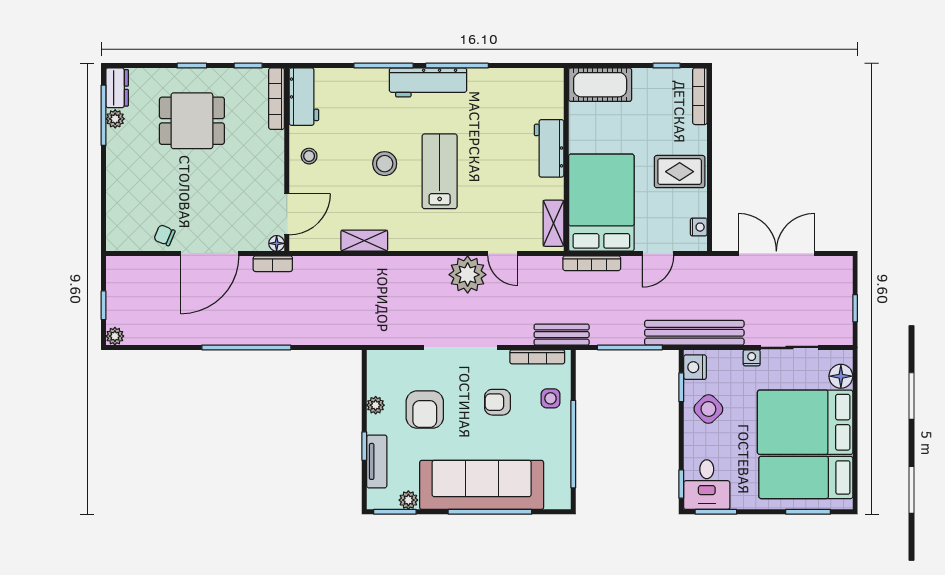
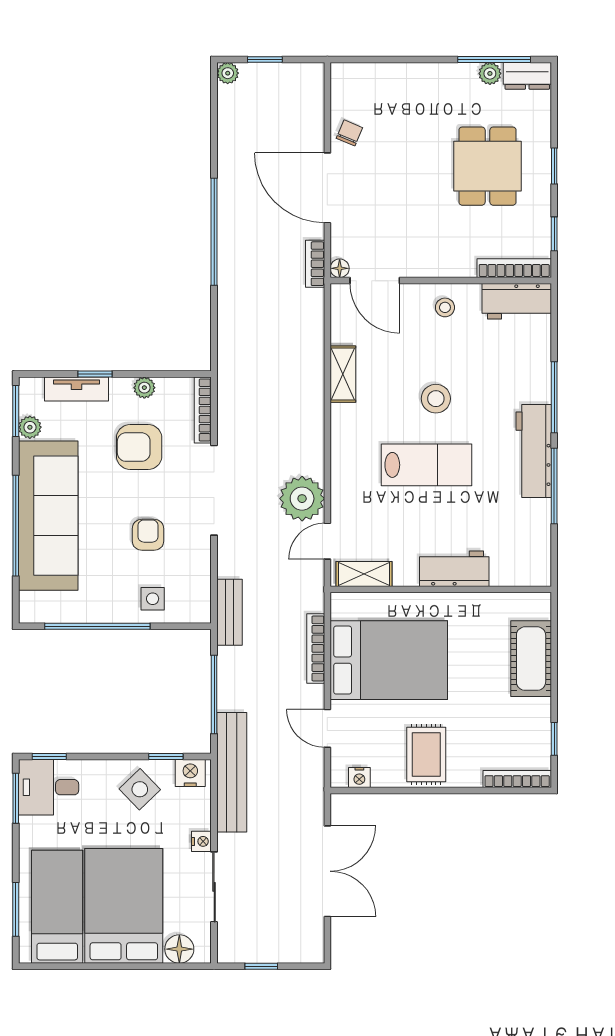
workbench: (549, 148) -> (454, 569), moved
wall: (566, 160) -> (441, 589), moved
shelving: (554, 223) -> (364, 574), moved
bookcase: (537, 357) -> (203, 410), moved

